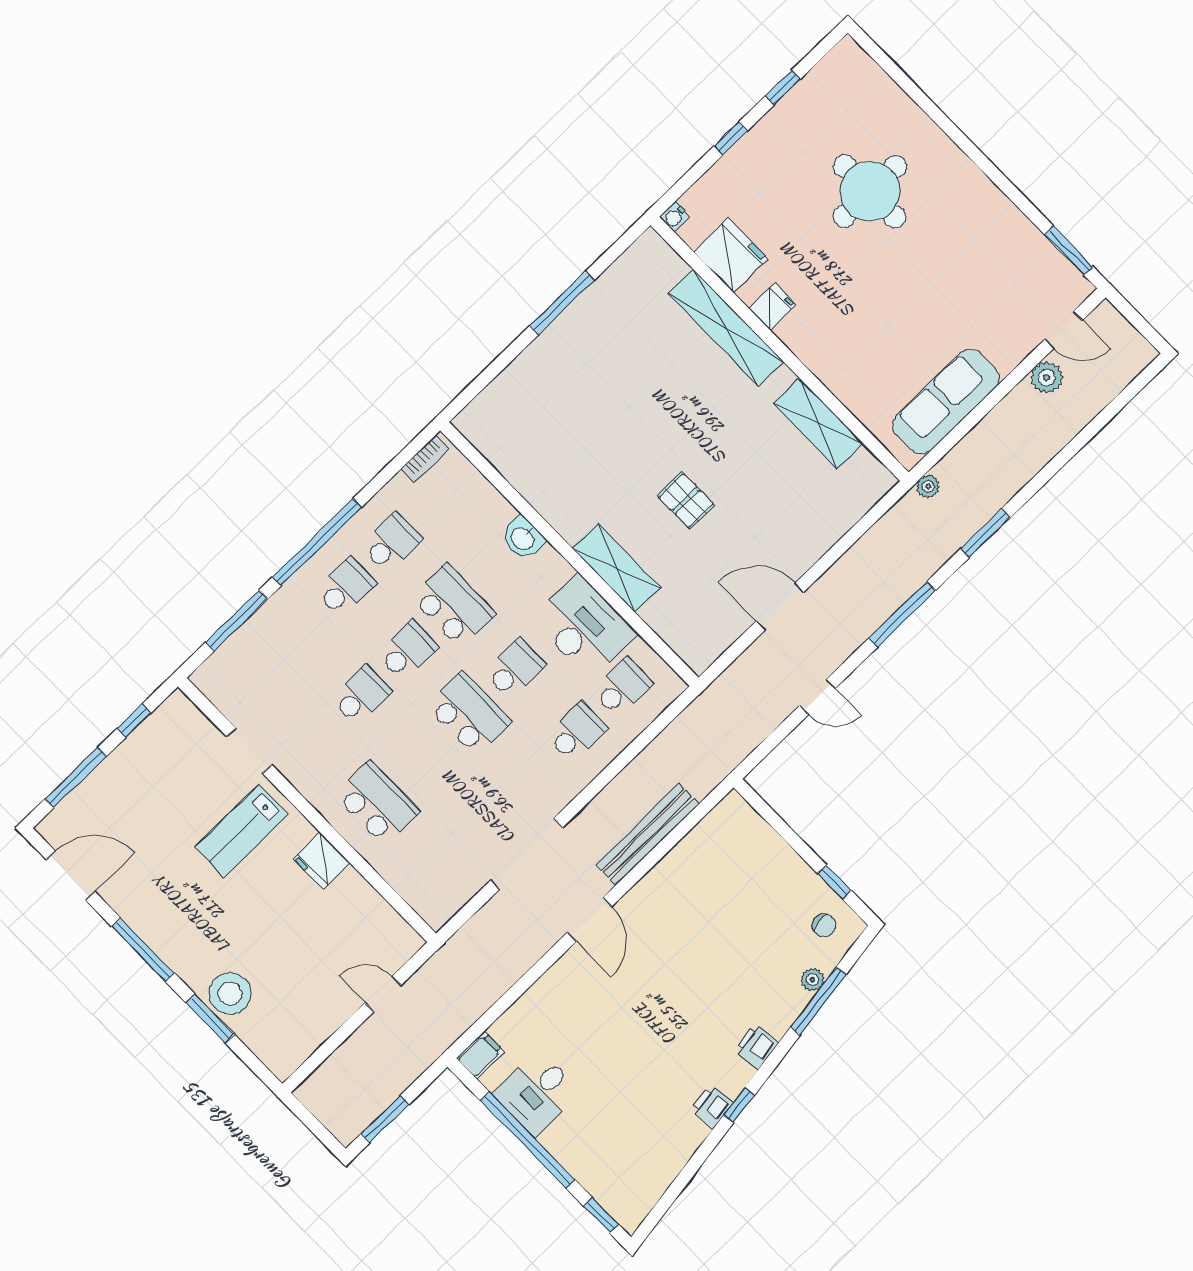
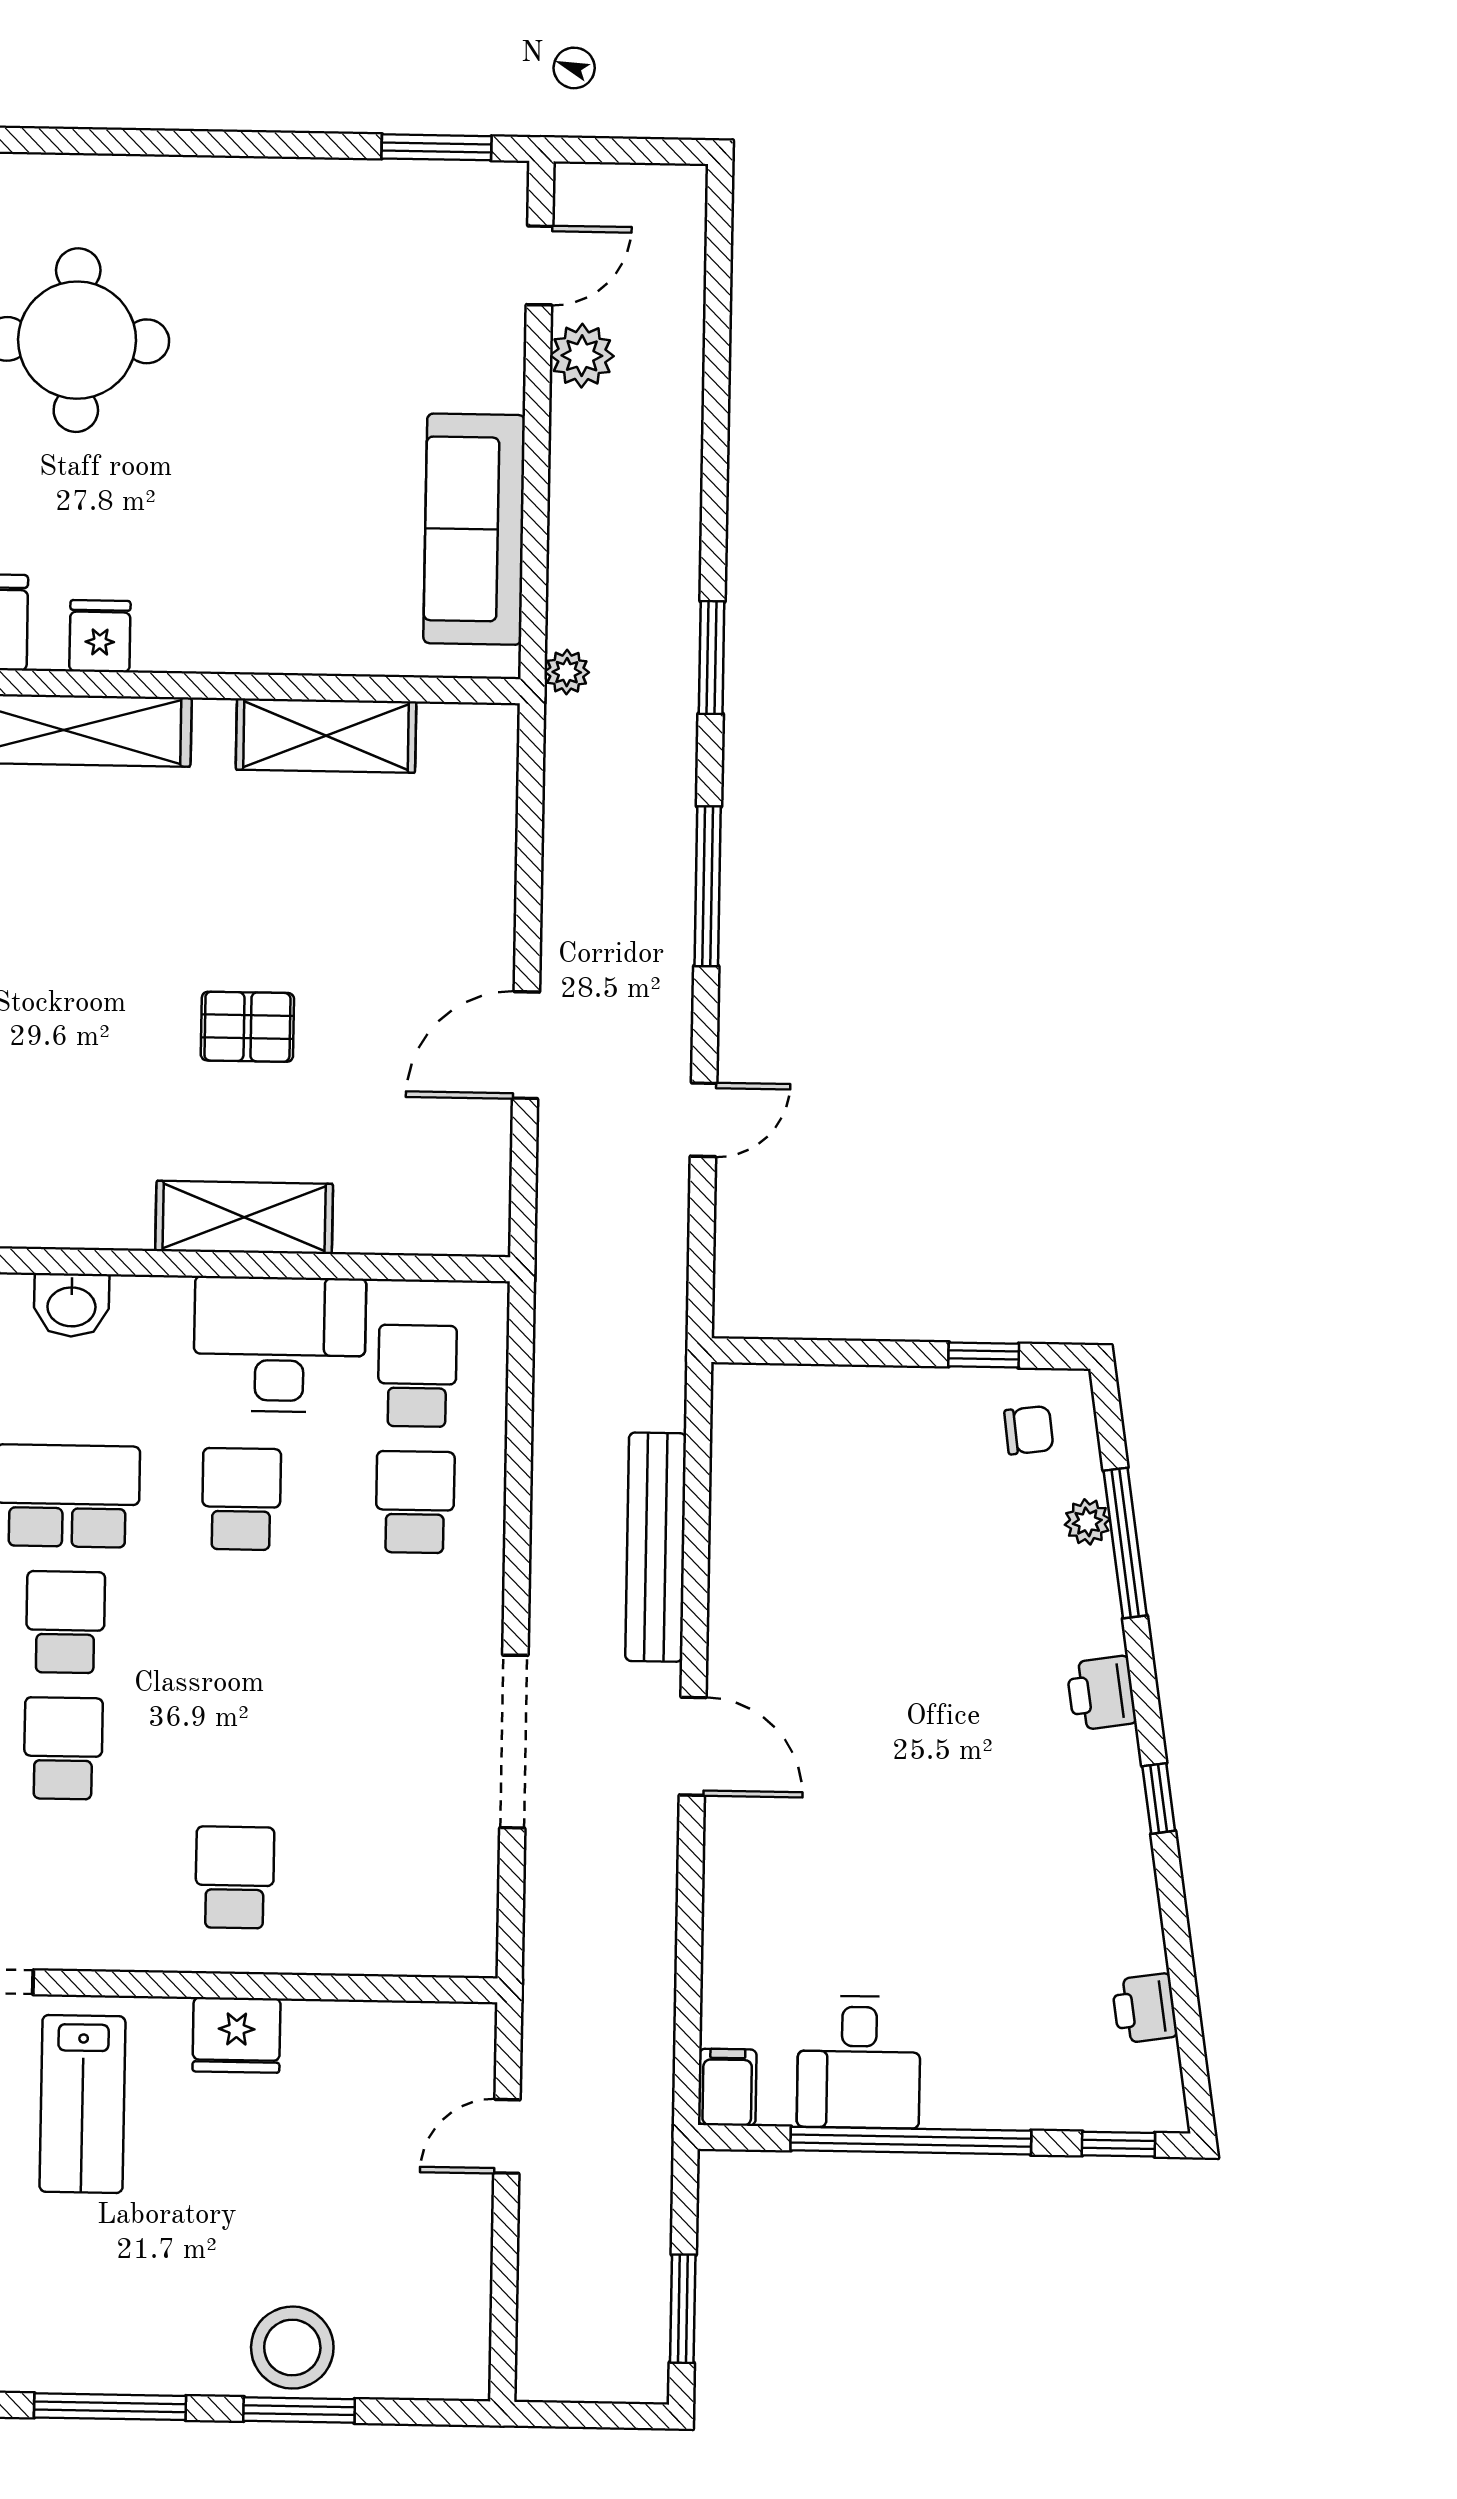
school desk: (469, 714) -> (239, 1625), removed
school desk: (377, 803) -> (235, 1877), width x0.54
printer: (712, 1106) -> (1145, 2008), moved

